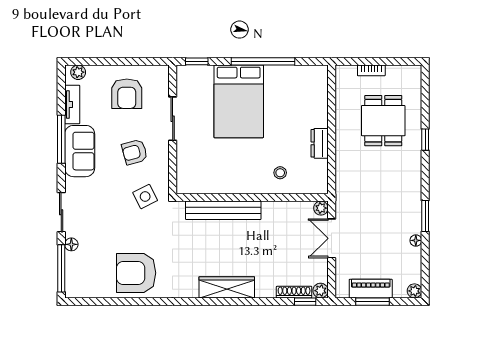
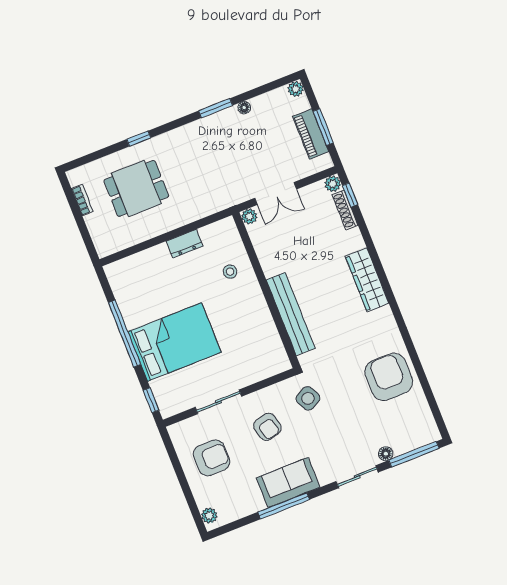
bookcase: (371, 70) -> (82, 200), moved
tv unit: (72, 104) -> (244, 509), removed
armchair: (136, 273) -> (389, 377), turned 180

